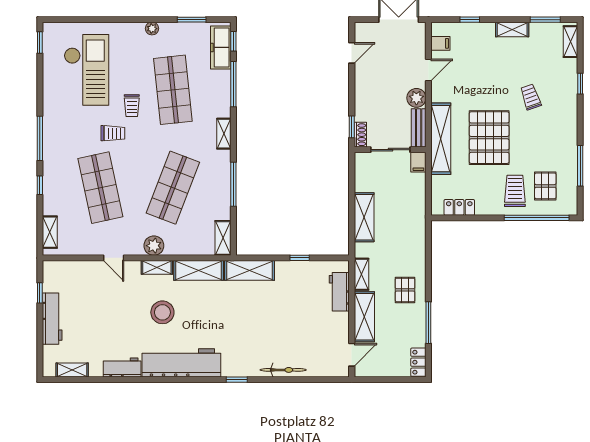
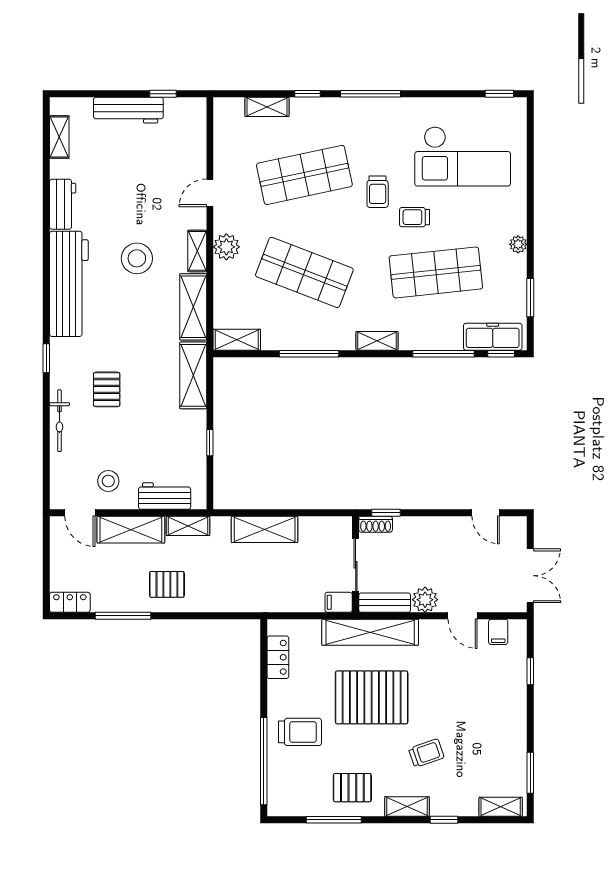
shelving: (512, 29) -> (407, 806), moved, turned 90
pallet: (545, 186) -> (352, 788), moved
shelving: (50, 232) -> (267, 107), moved
stool: (328, 334) -> (108, 481), added
pallet: (260, 335) -> (107, 389), added

